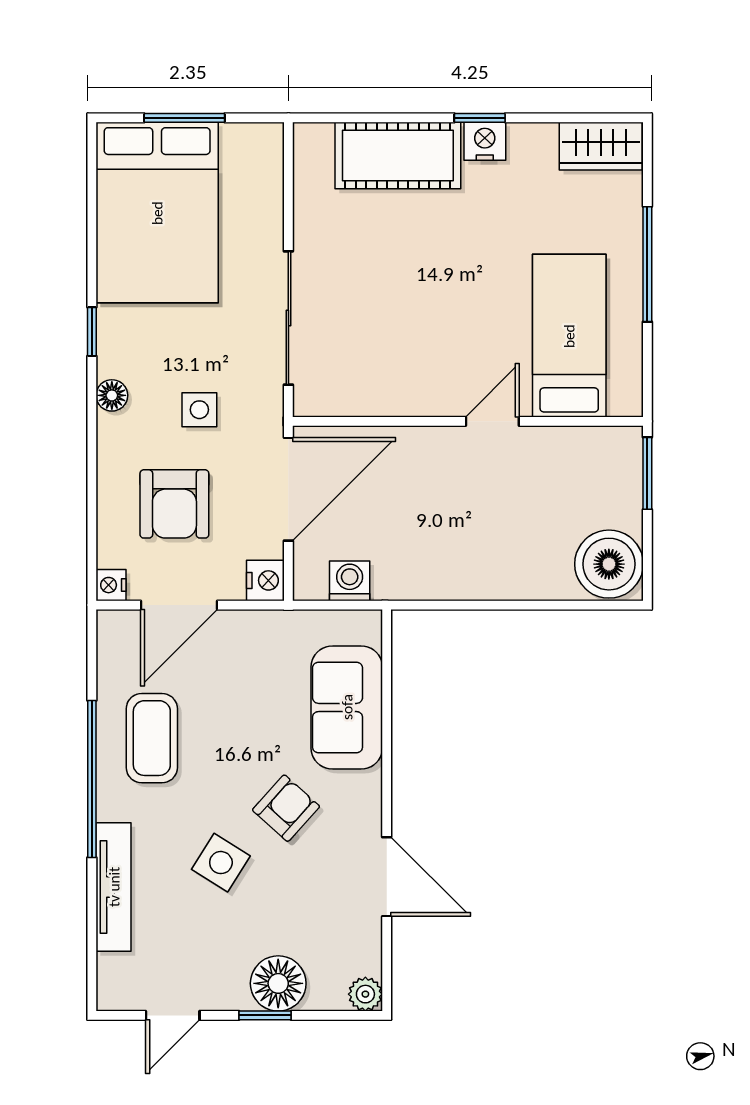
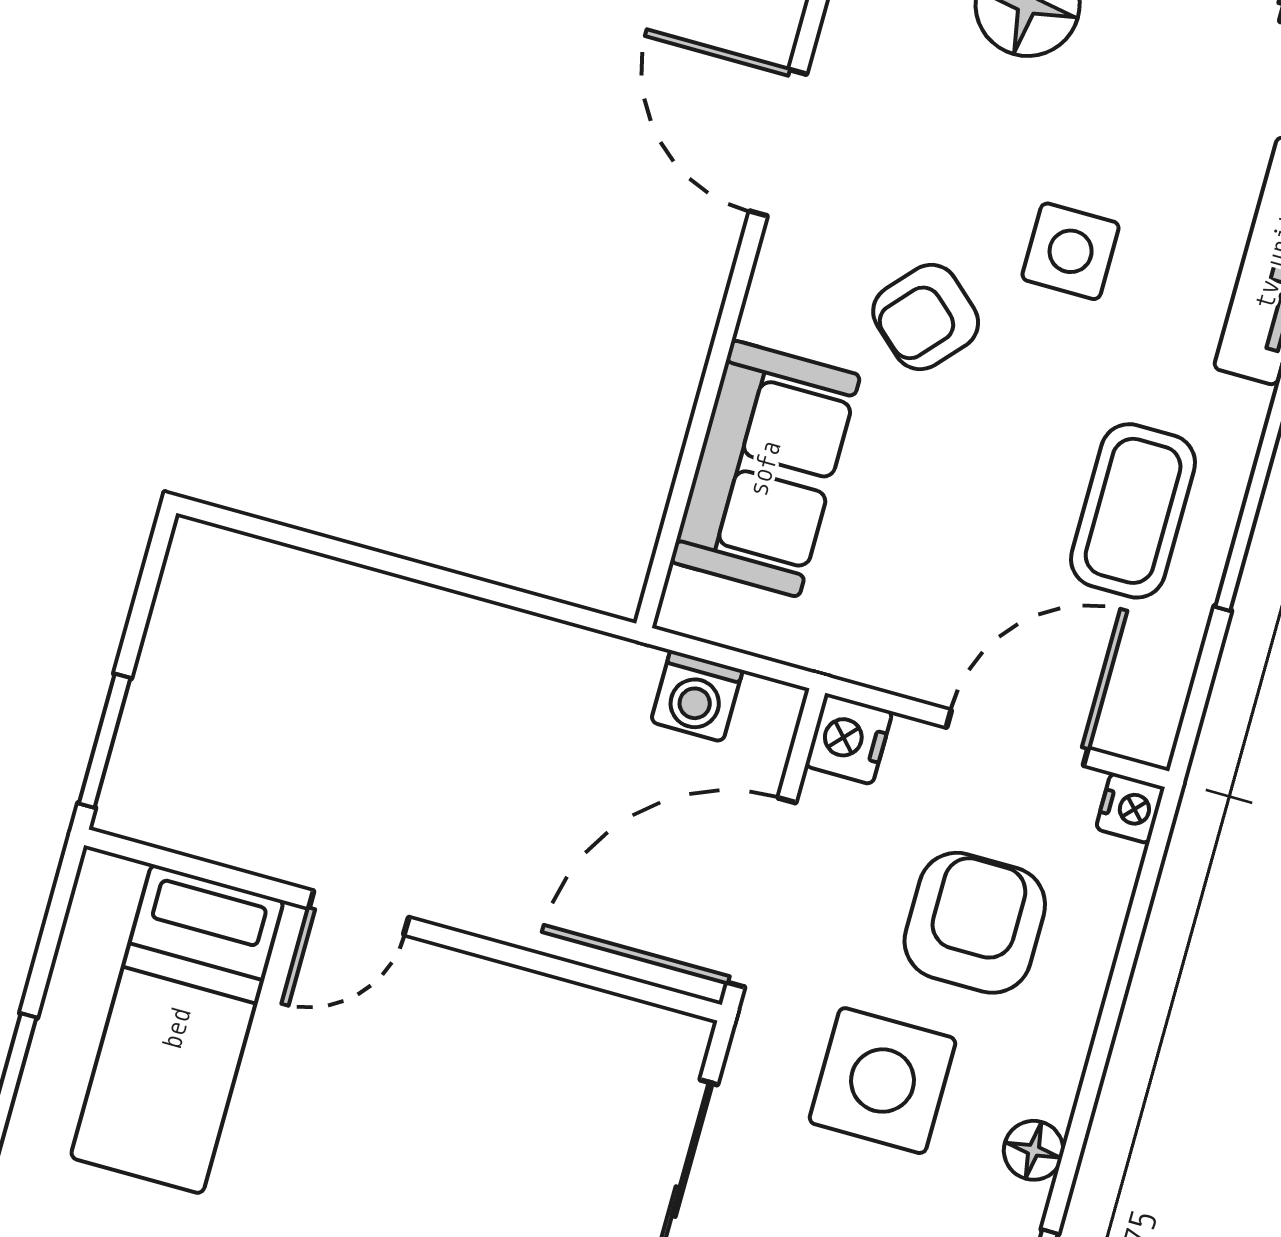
side table: (199, 410) -> (882, 1081), width x1.87, depth x1.87
boiler: (609, 564) -> (220, 596), removed
side table: (221, 863) -> (1071, 251), turned -32

